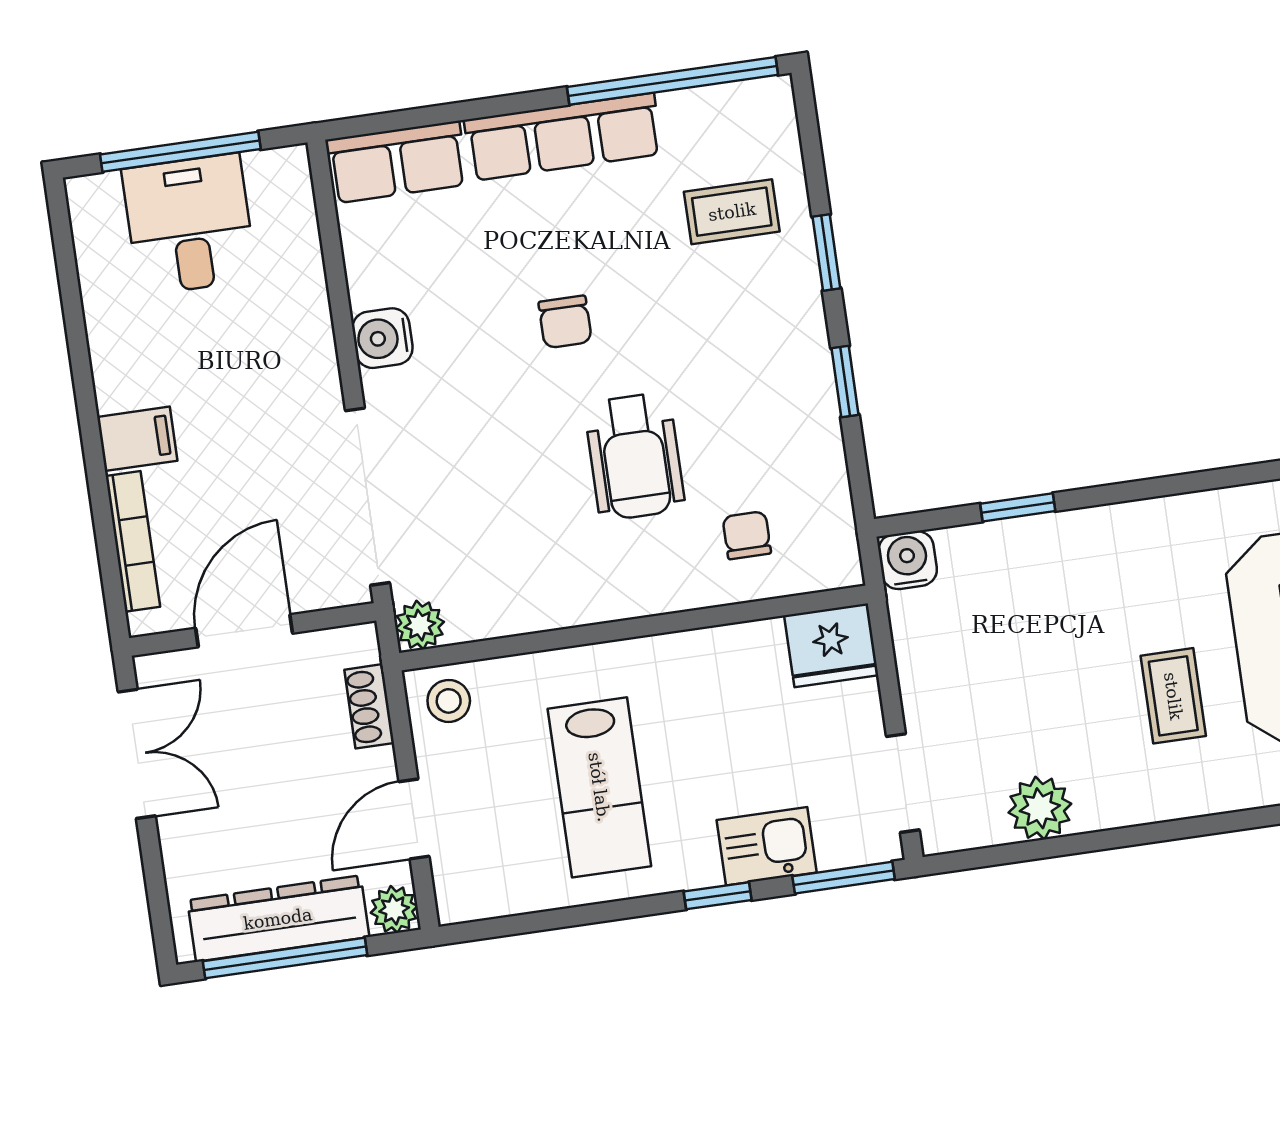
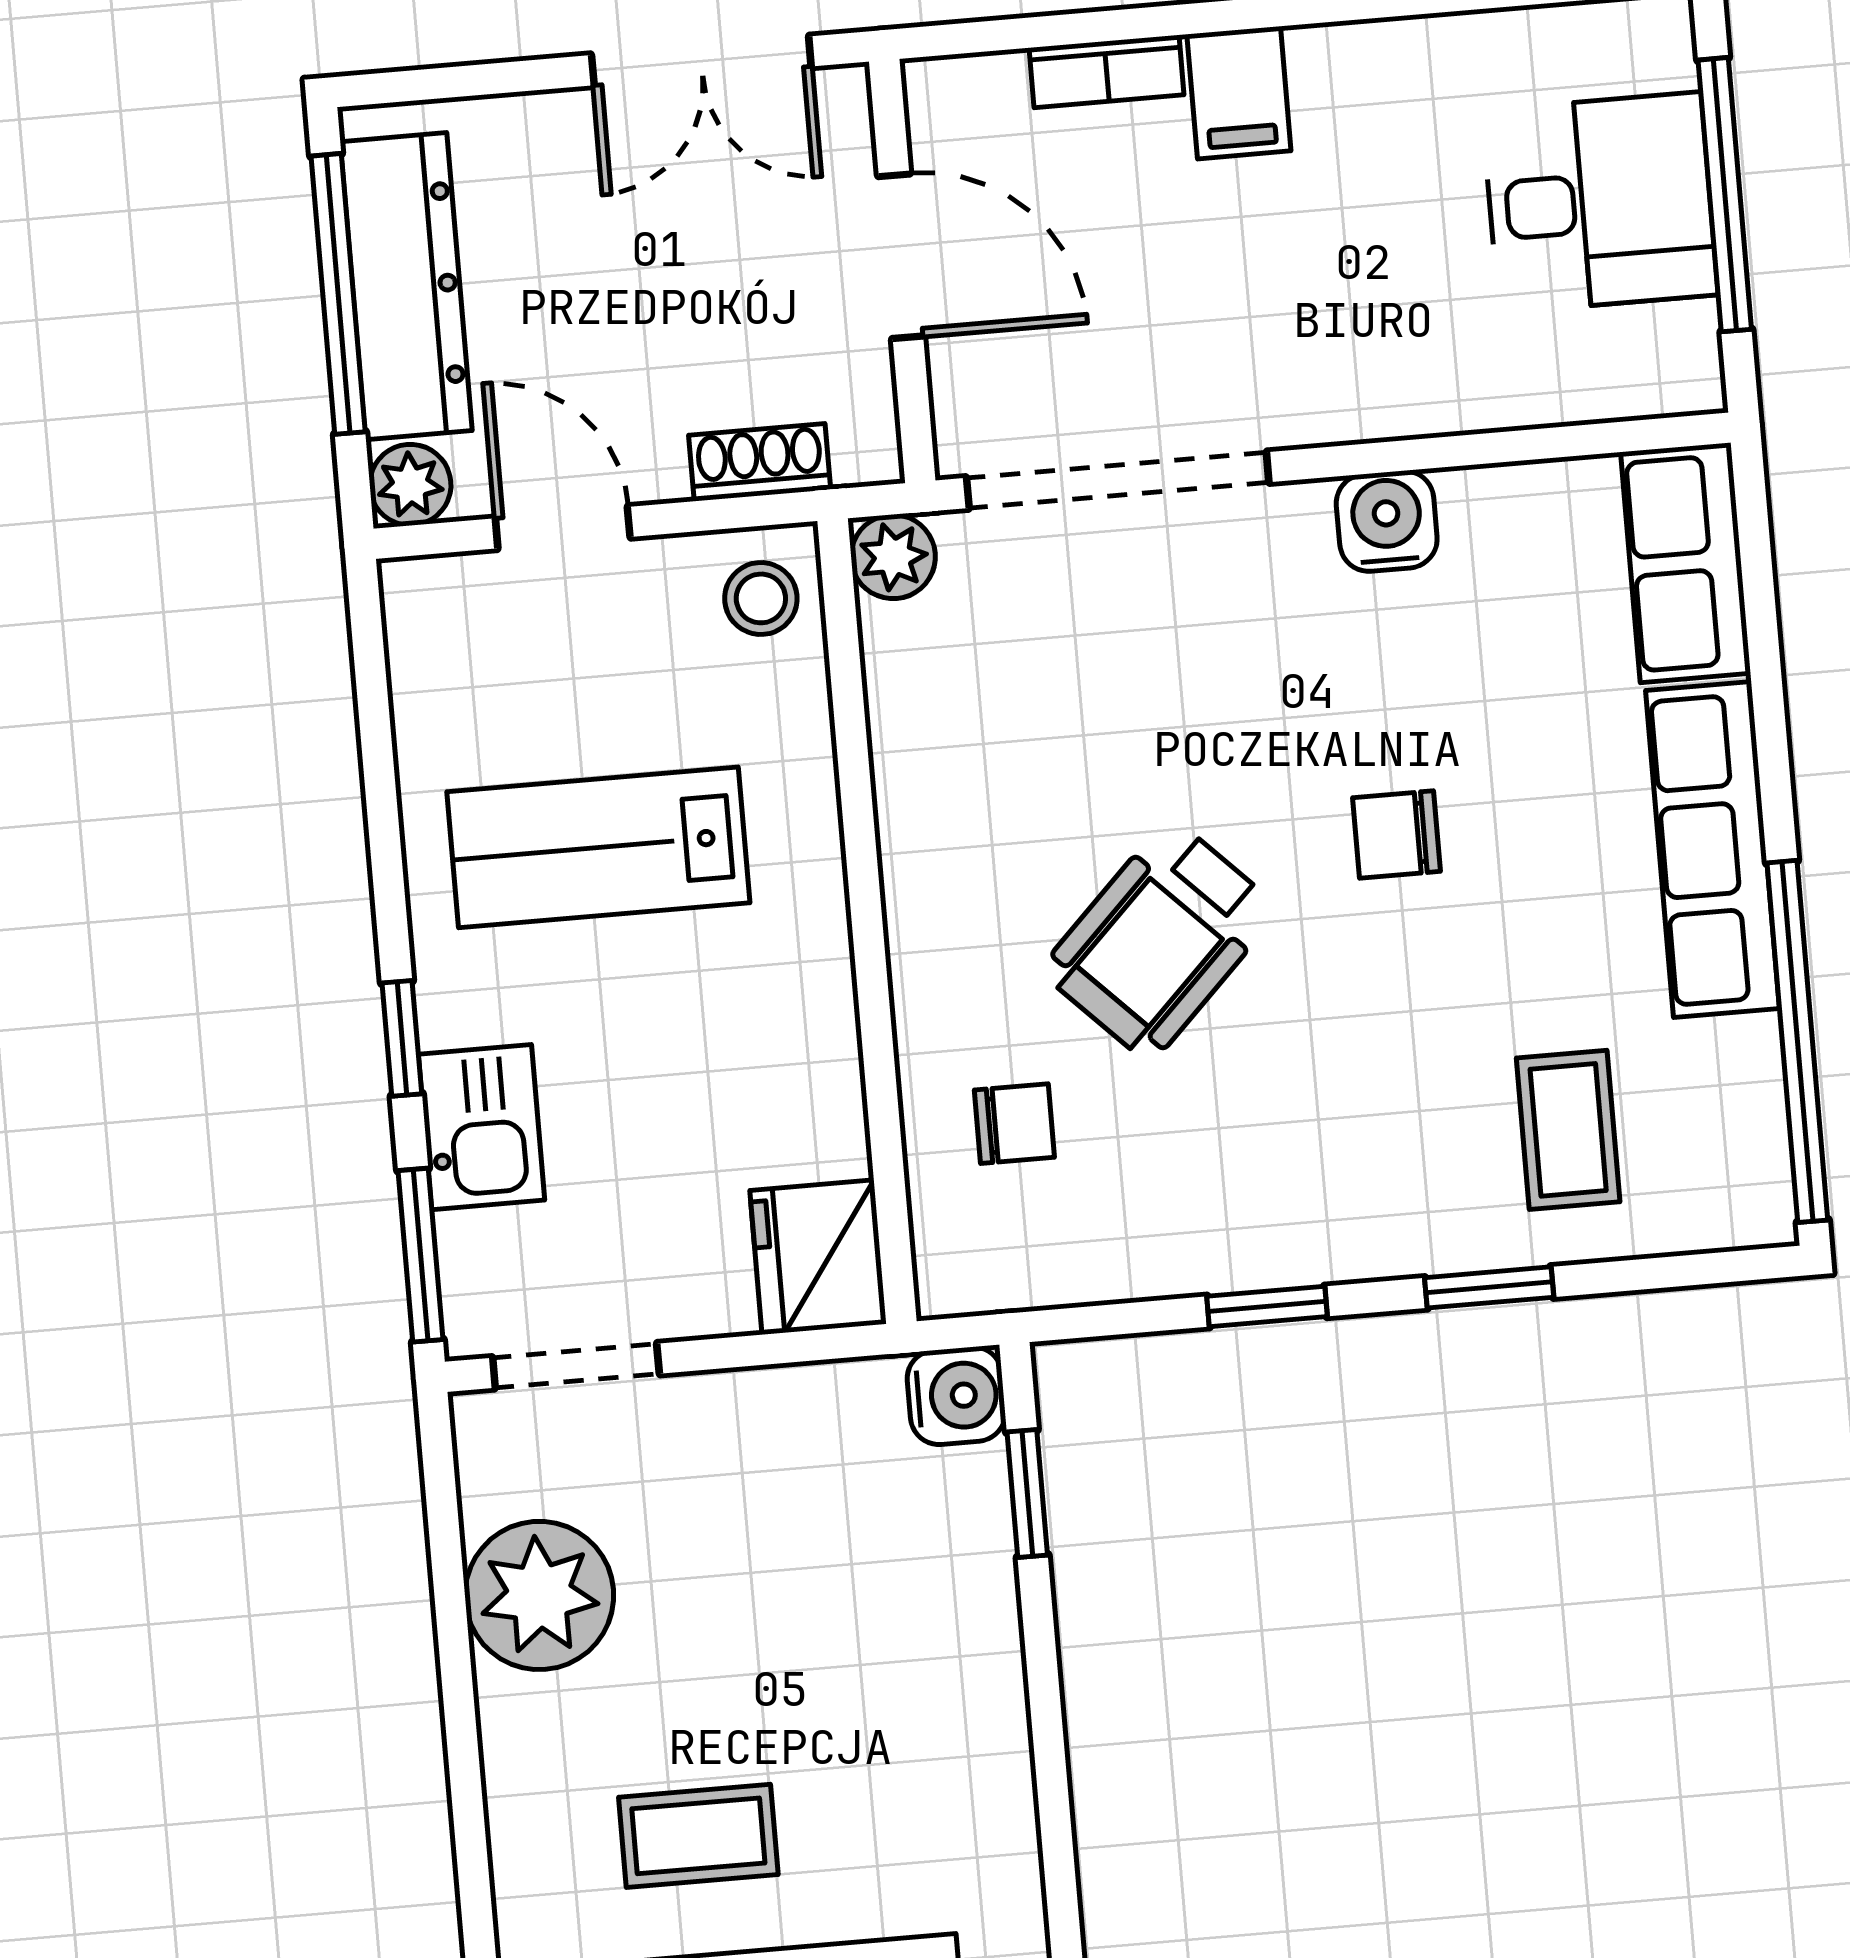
wheelchair: (635, 456) -> (1160, 940), turned -45
window: (1018, 507) -> (1027, 1494), moved
bookcase: (133, 541) -> (1106, 71), width x0.64
plant: (1040, 808) -> (539, 1595), width x1.36, depth x1.36

